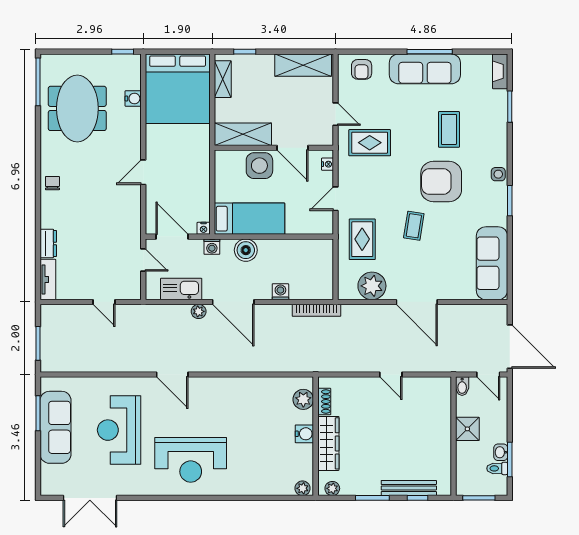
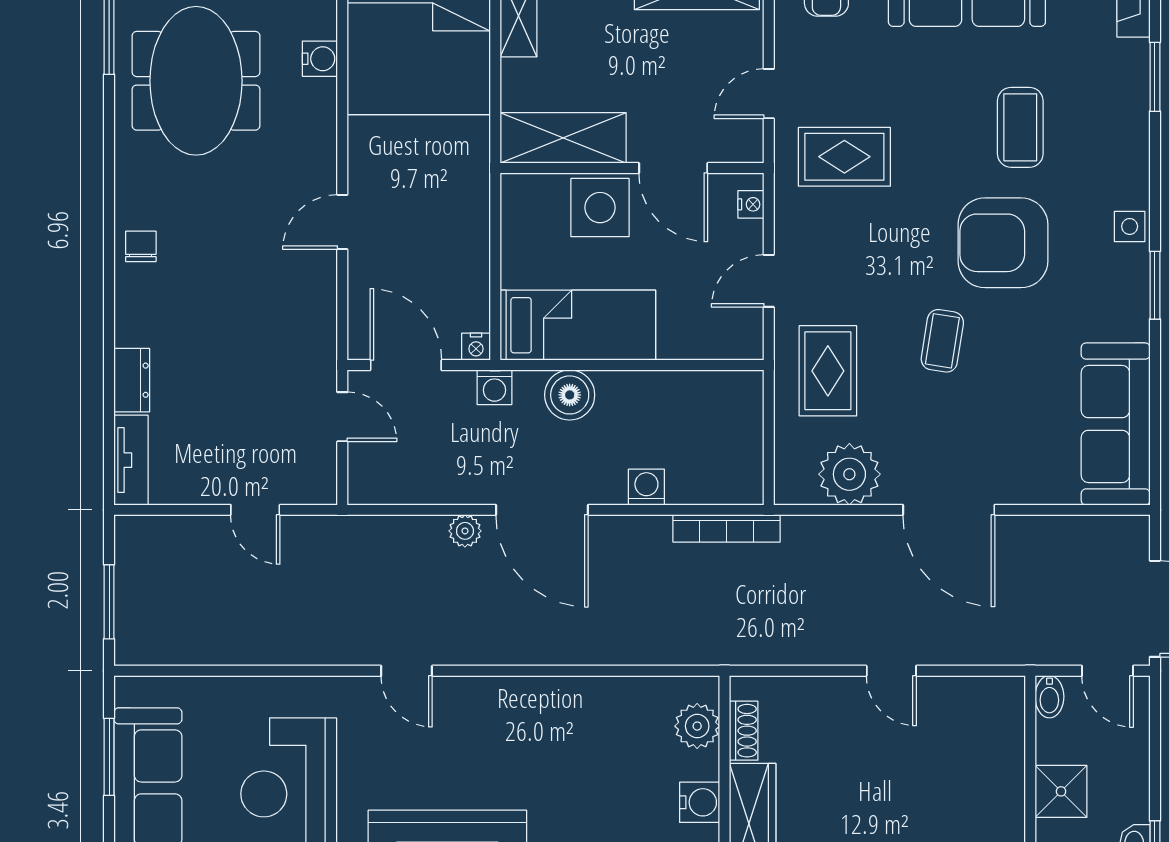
door: (336, 114) -> (769, 94), swing flipped
kitchen sink: (181, 289) -> (426, 481), removed
door: (172, 375) -> (407, 671), width x0.73

